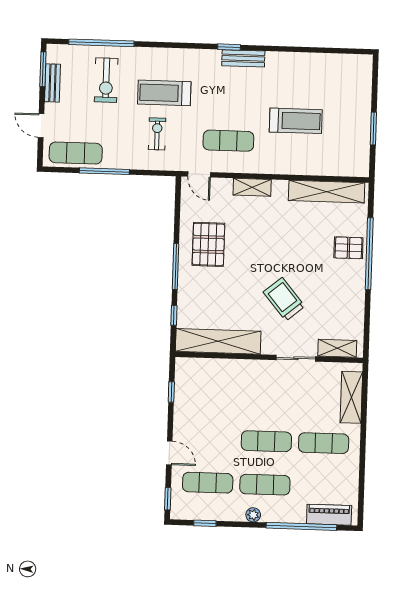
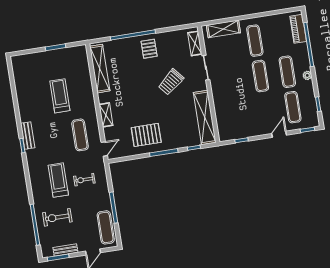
exercise bike: (106, 80) -> (57, 217), turned 180
treadmill: (164, 93) -> (58, 180), turned 180
pallet: (348, 248) -> (149, 49), moved

